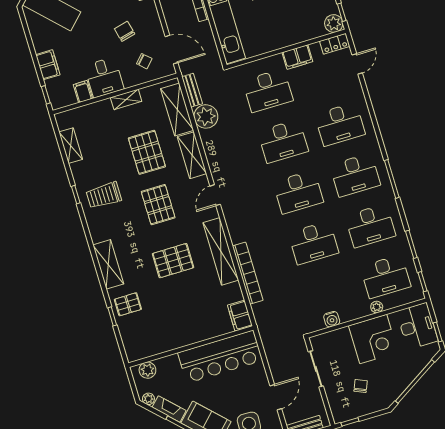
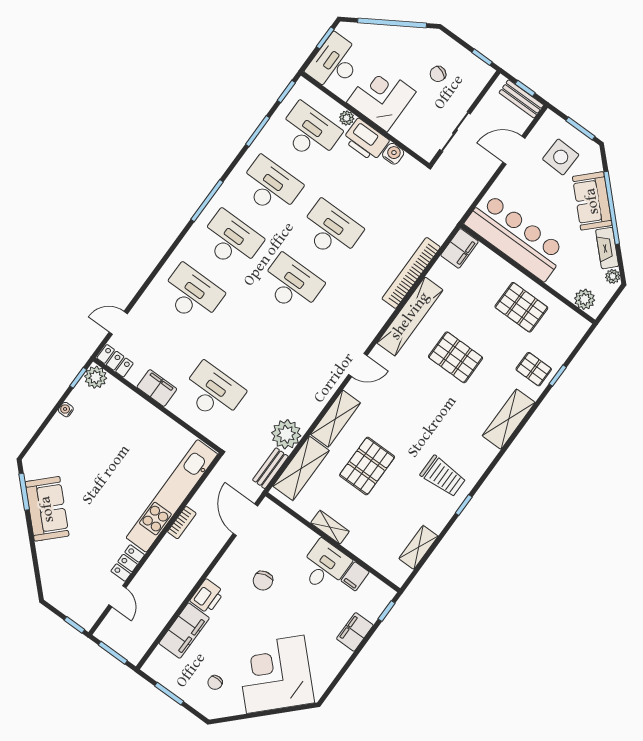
chair: (144, 61) -> (278, 538), removed
desk: (283, 141) -> (252, 338), removed
pallet: (158, 205) -> (521, 307), moved, turned 90
printer: (353, 308) -> (366, 140), added

